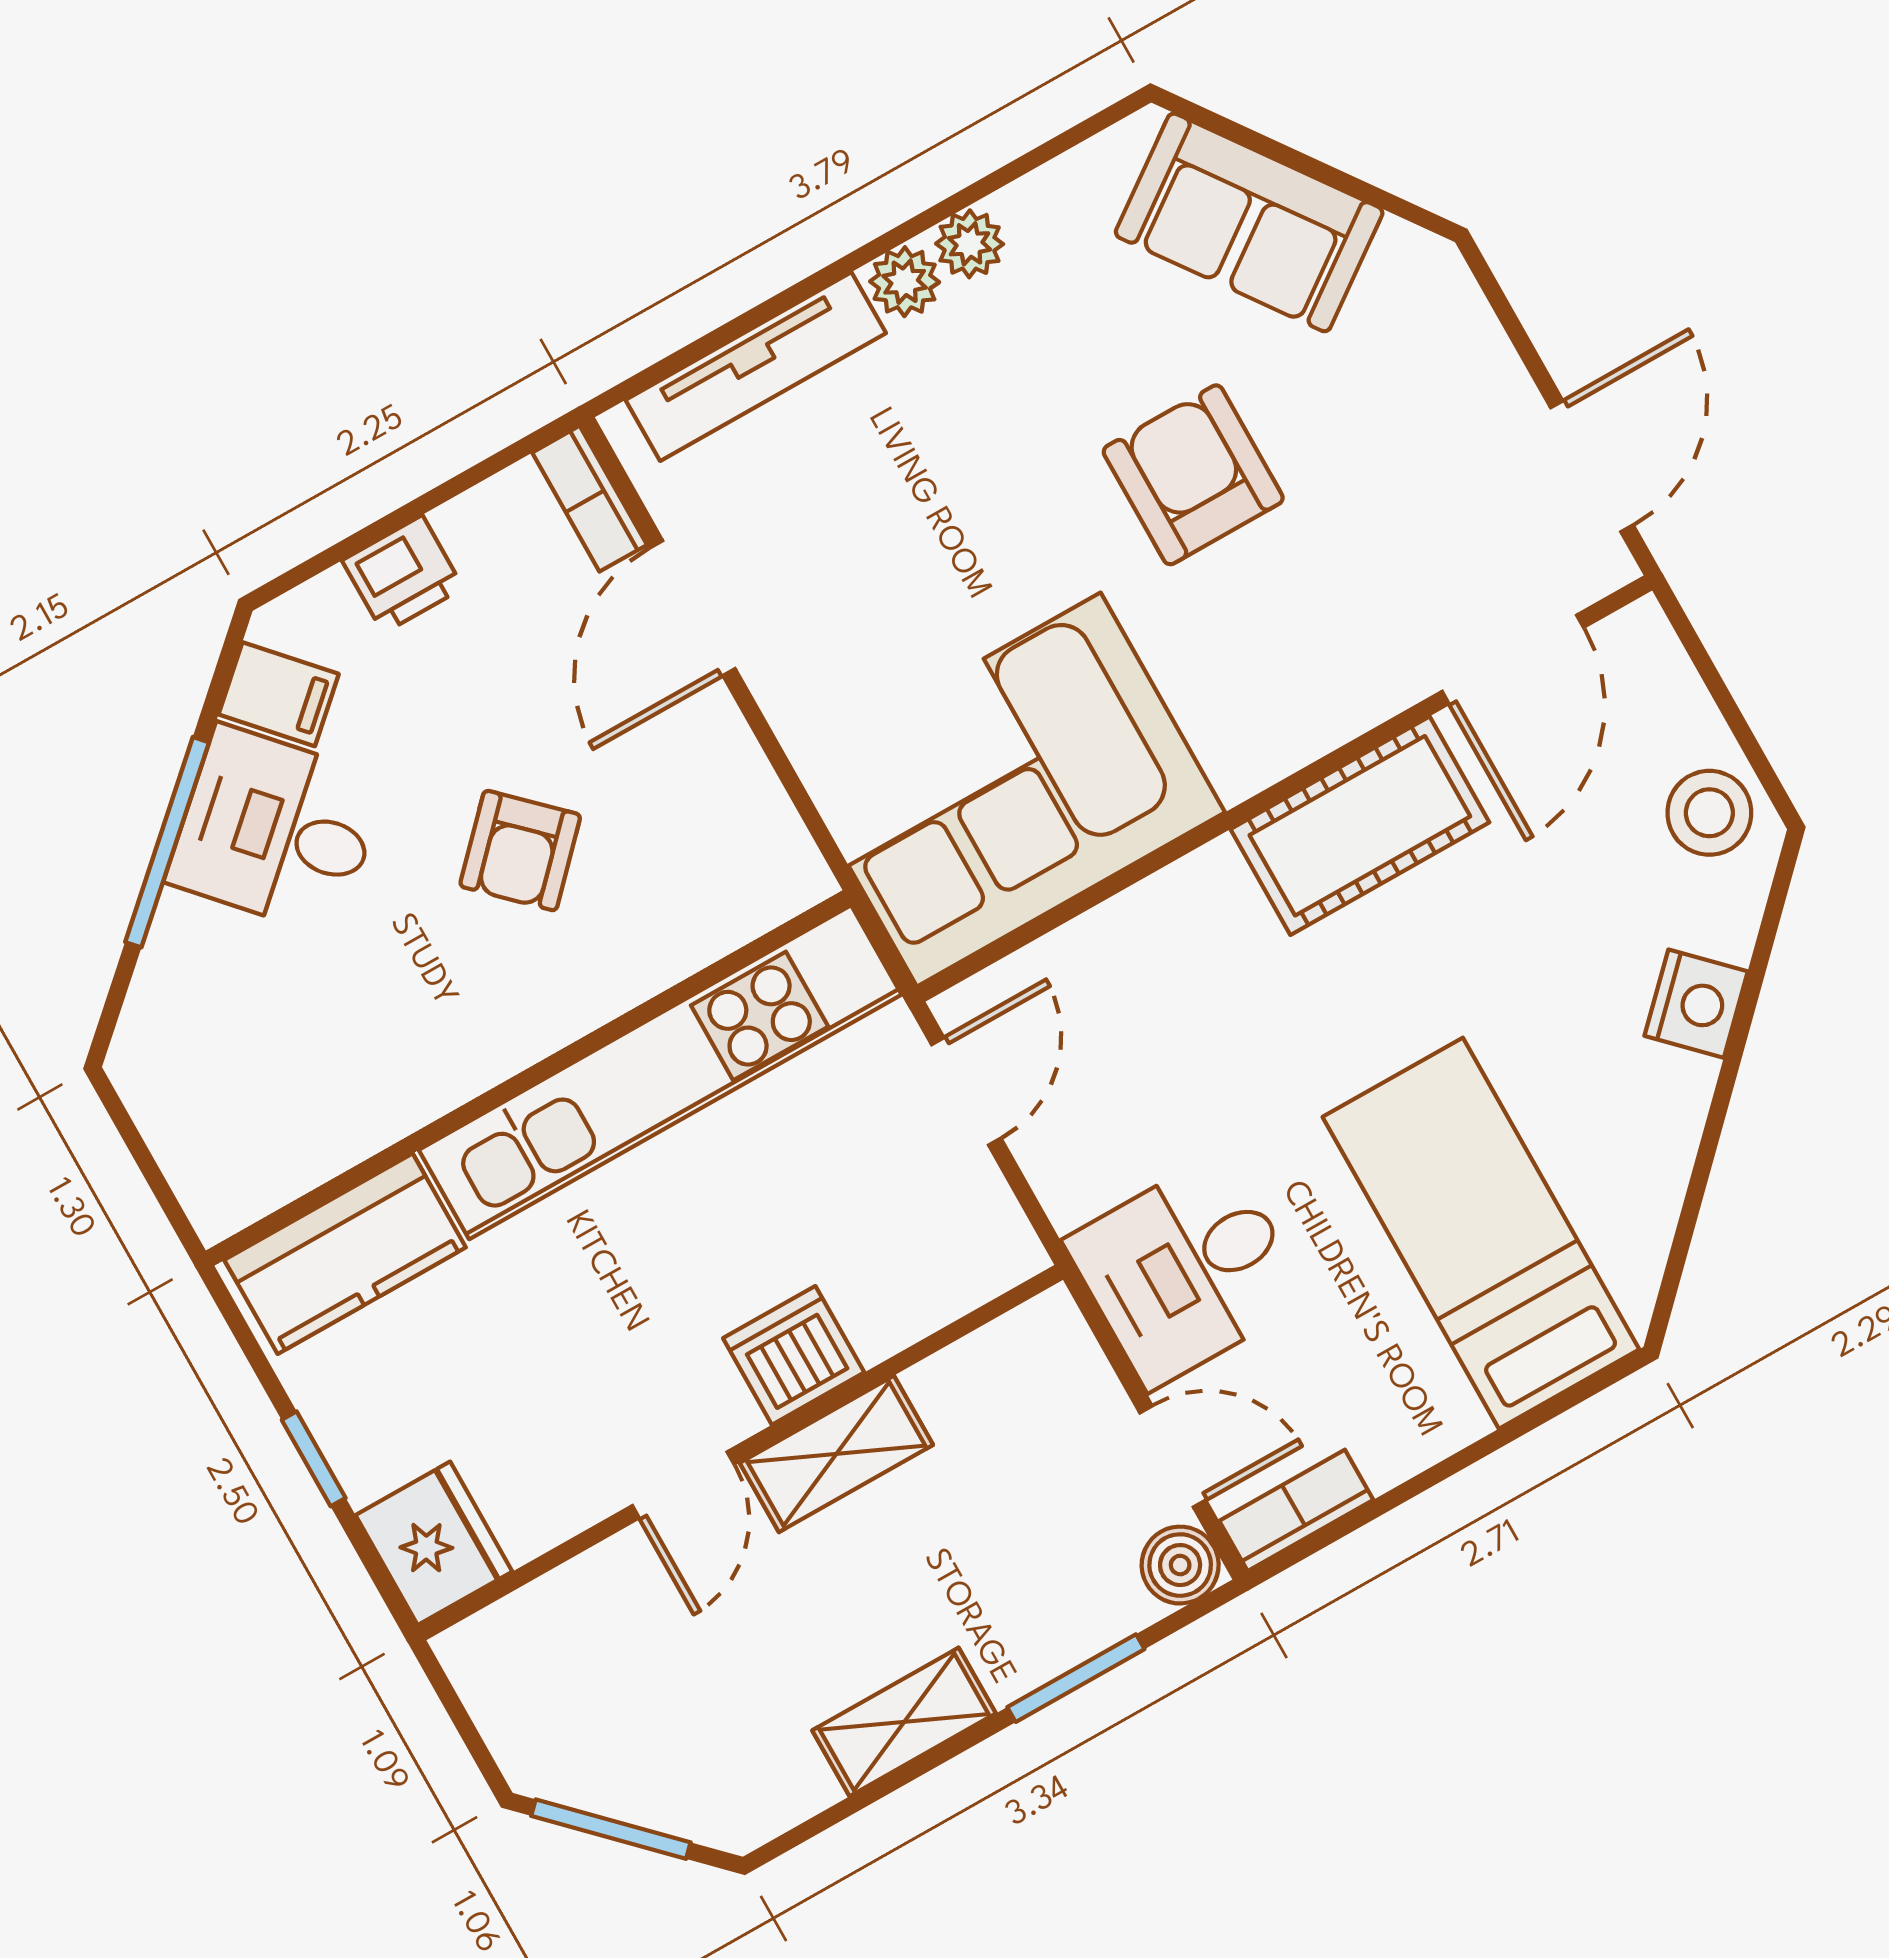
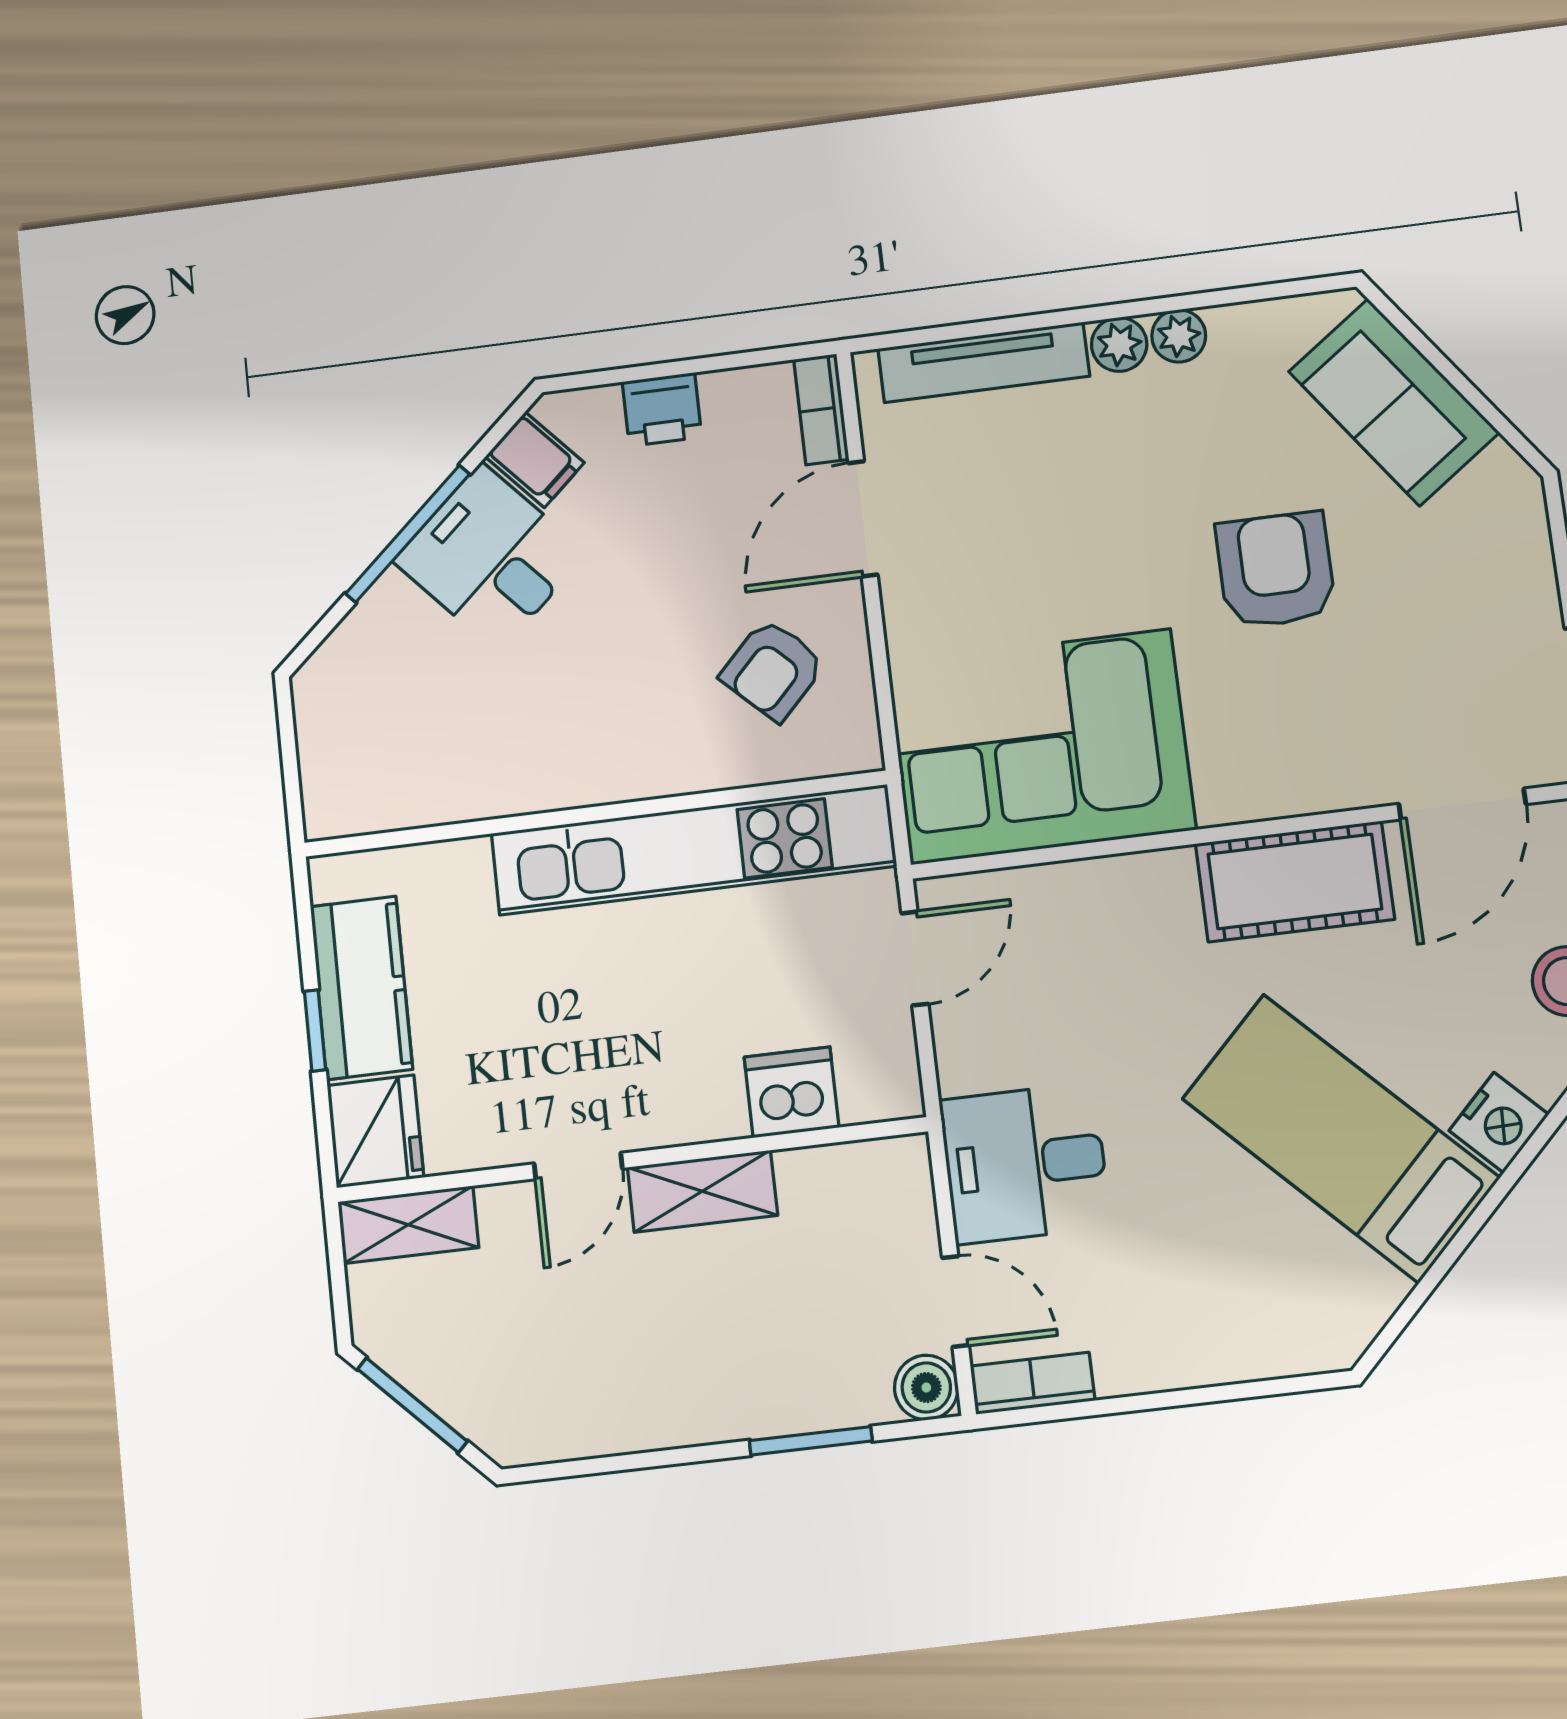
armchair: (520, 851) -> (773, 670), moved
bed: (1481, 1233) -> (1341, 1138), moved, turned -45
kitchen counter: (345, 1254) -> (361, 988), moved, turned -90
dishwasher: (794, 1355) -> (792, 1092), moved
shelving: (904, 1722) -> (408, 1225), moved

